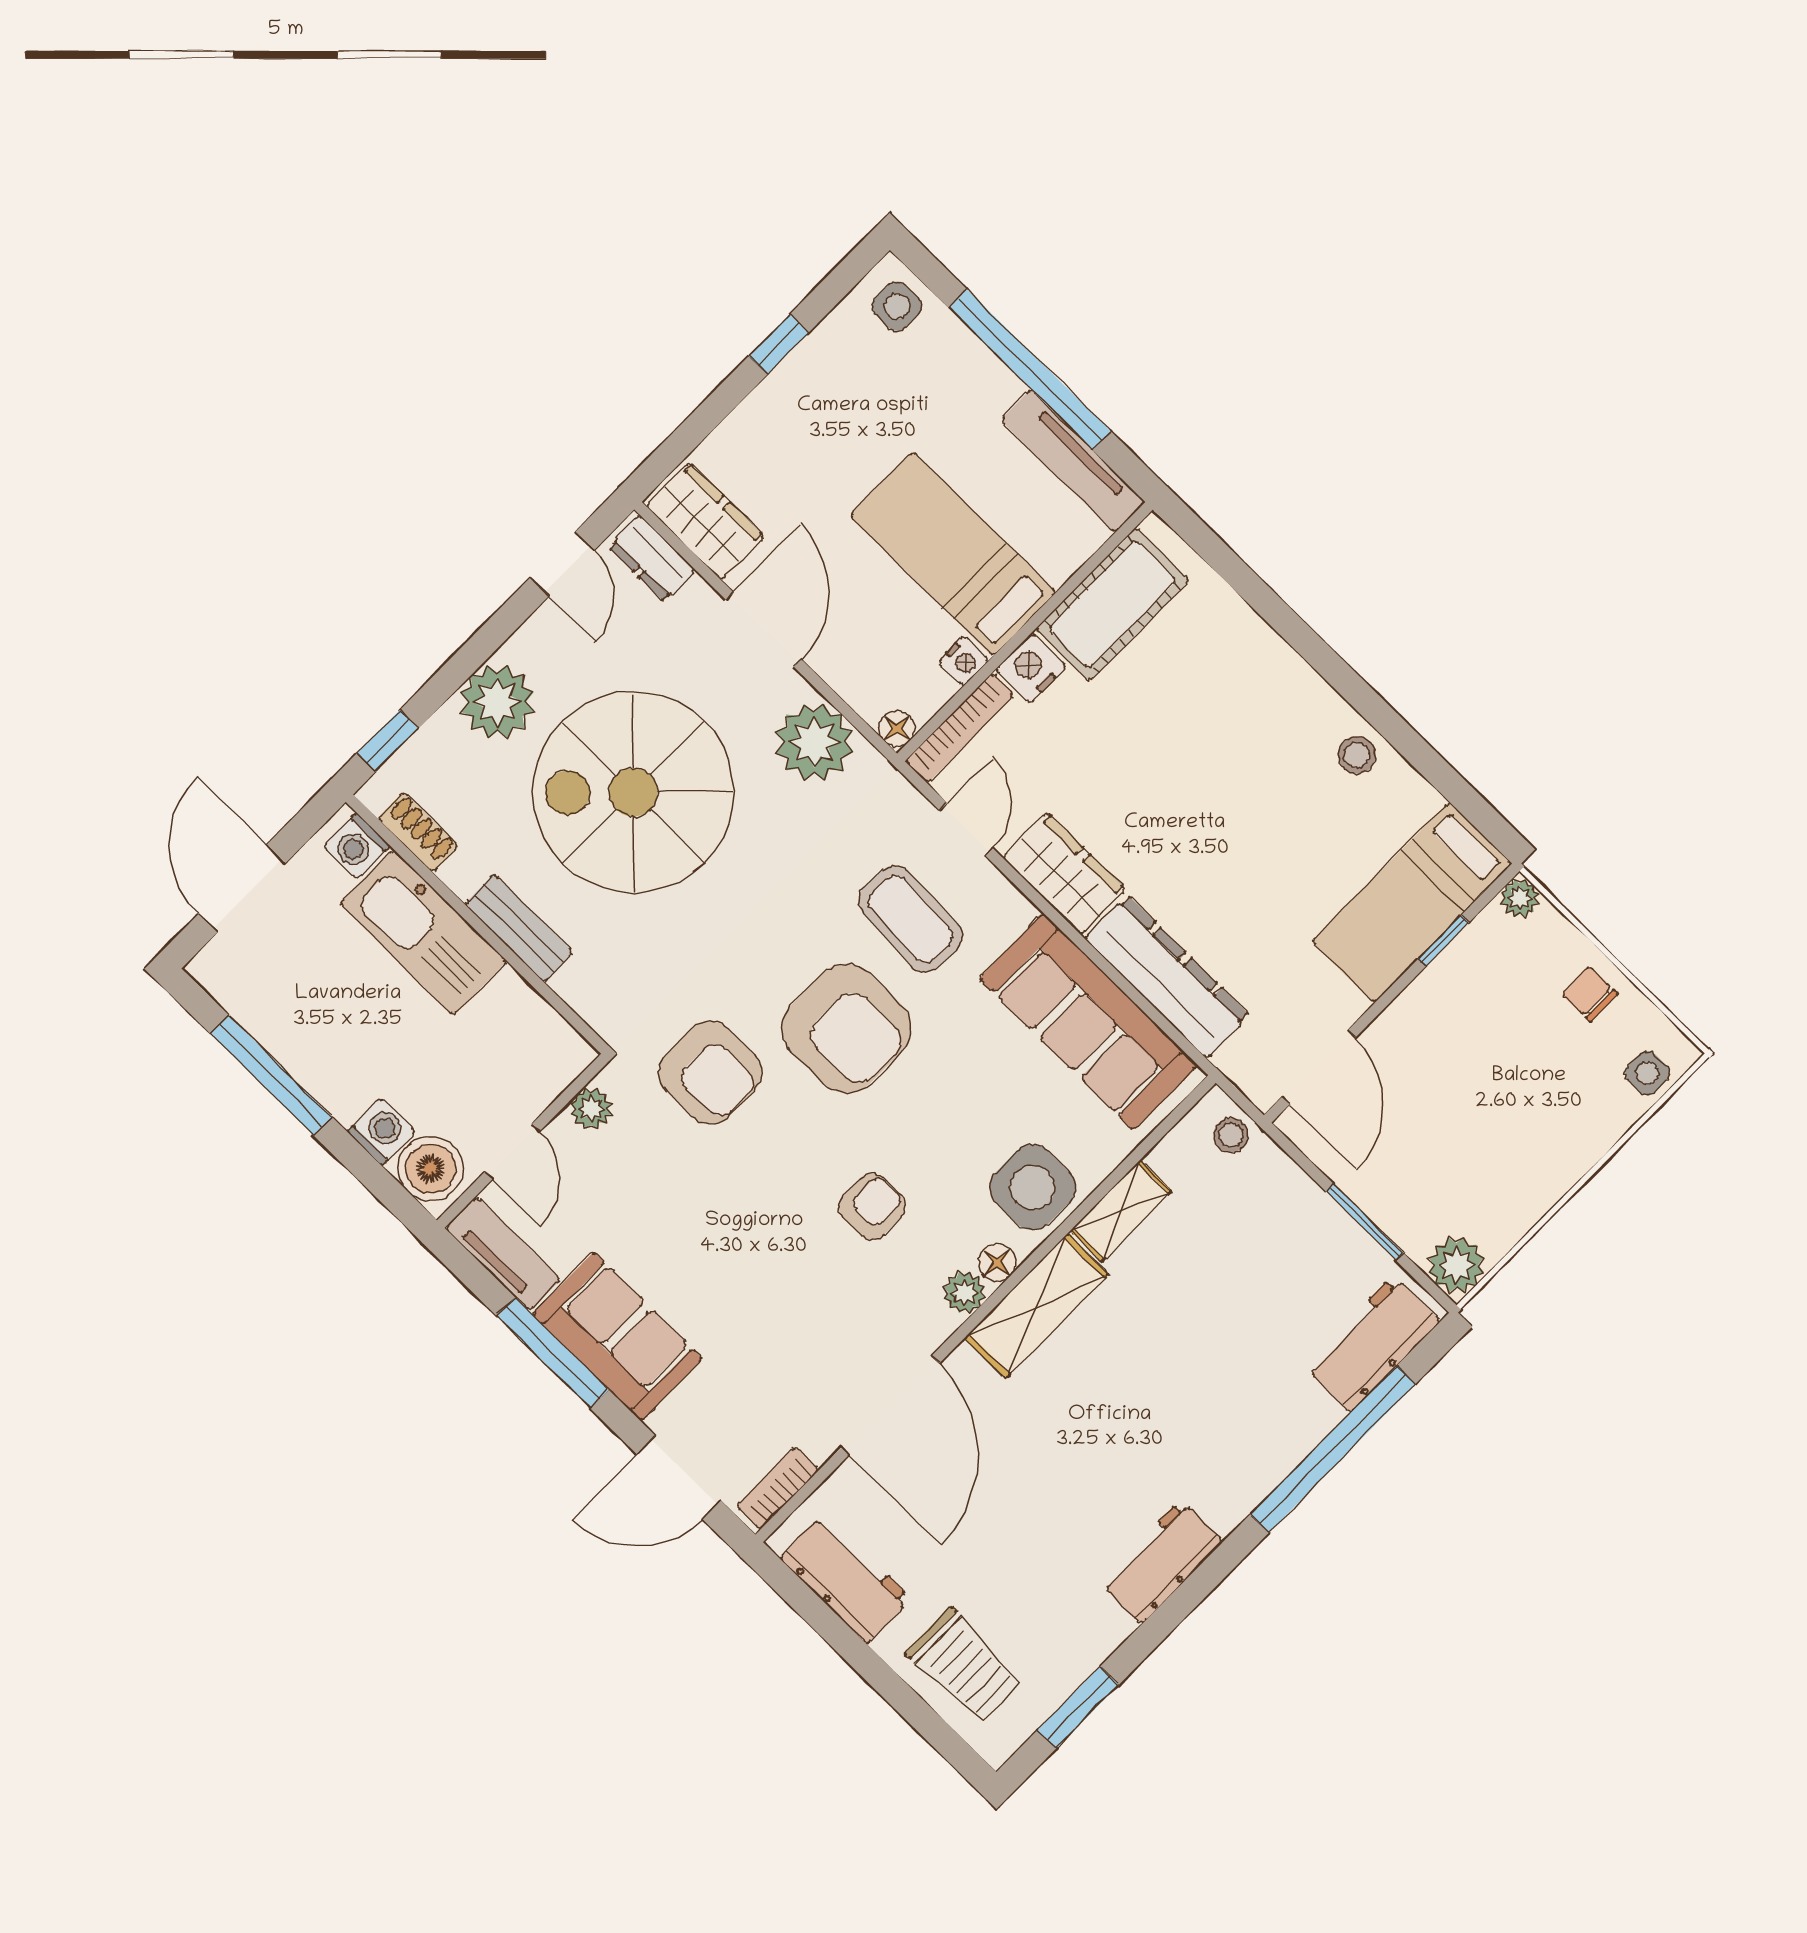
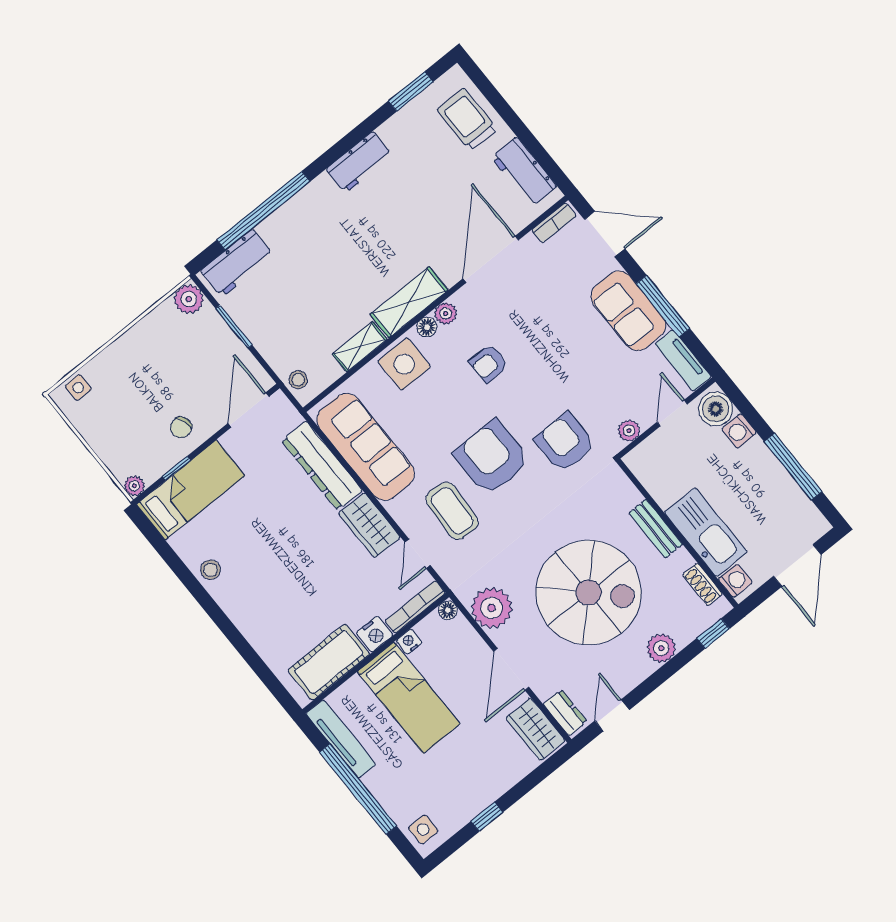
plant: (497, 702) -> (661, 648), width x0.73, depth x0.73
chair: (1590, 994) -> (181, 427), moved, turned 75

